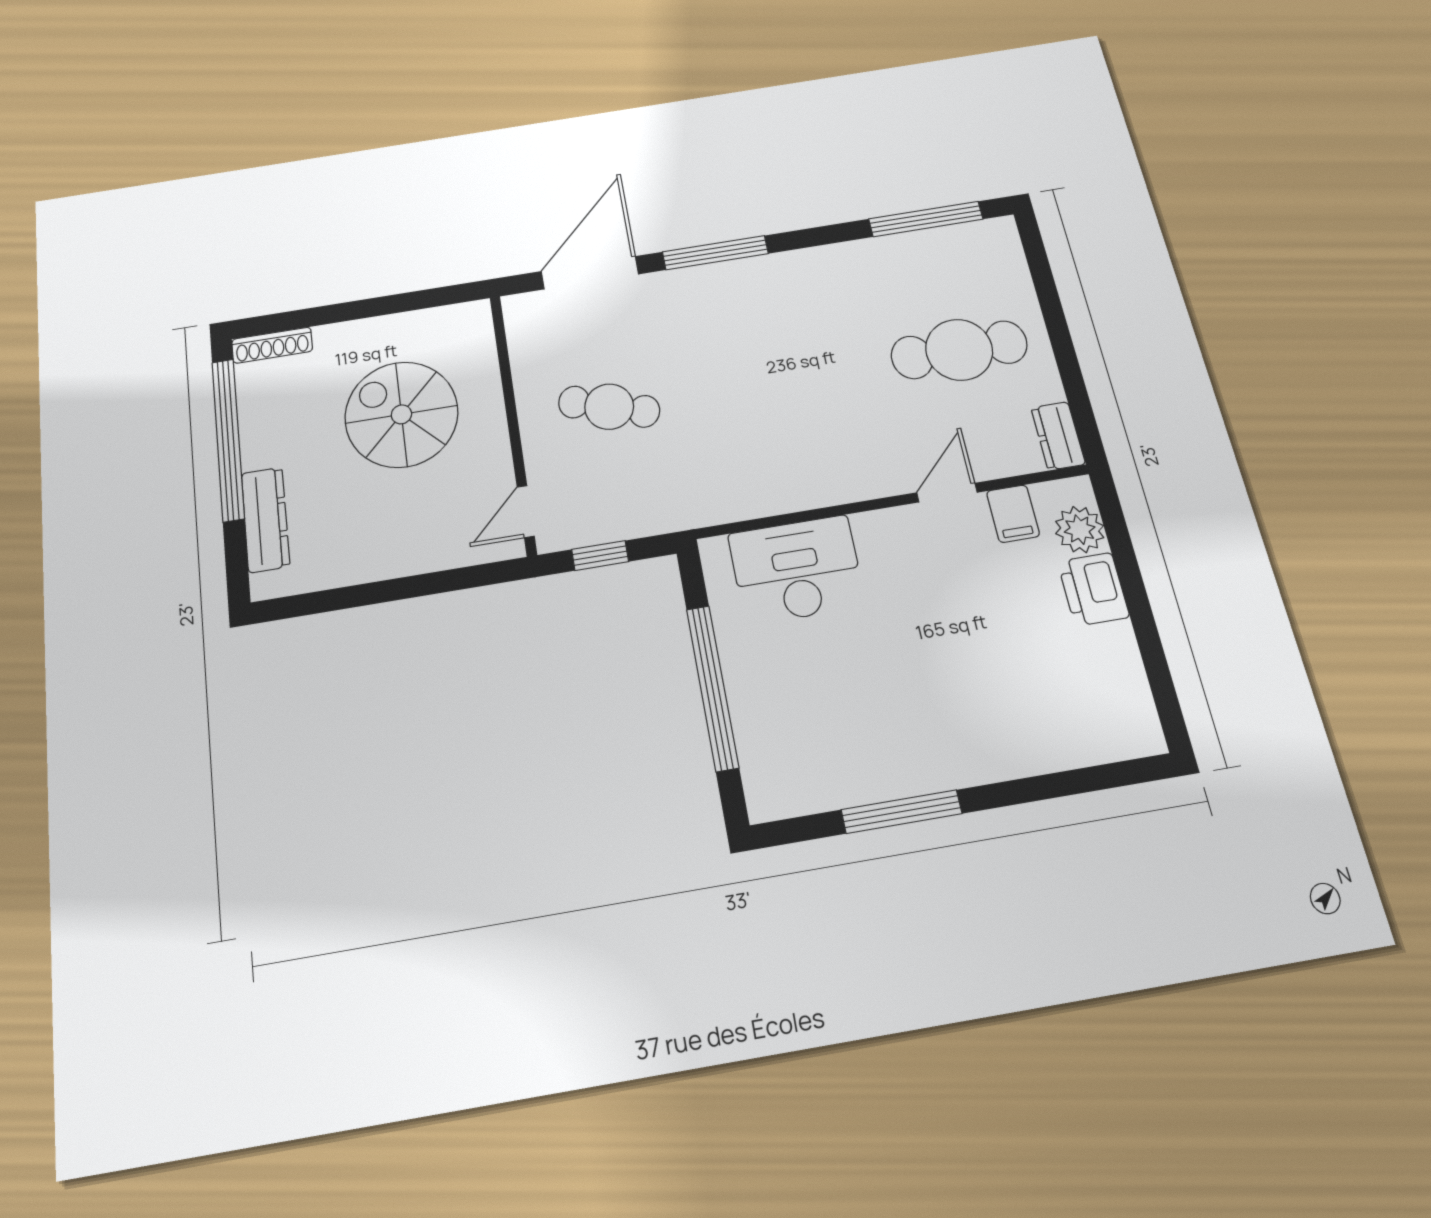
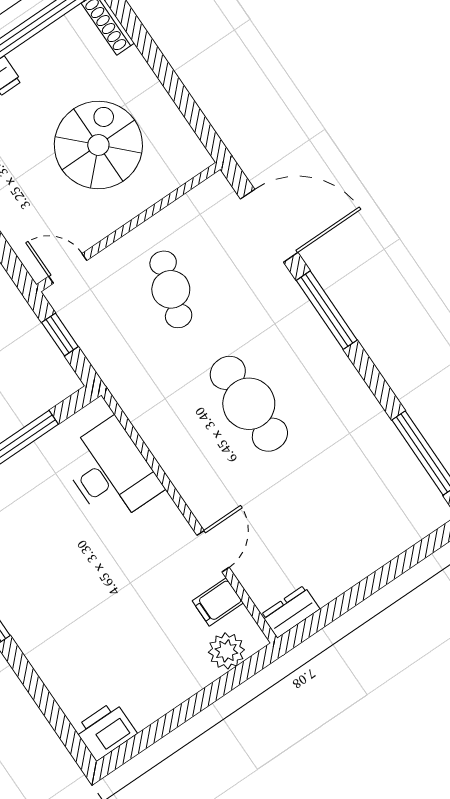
cafe table: (959, 350) -> (249, 404), moved
door: (947, 493) -> (213, 551), hinge flipped
printer: (1093, 589) -> (105, 731), moved

